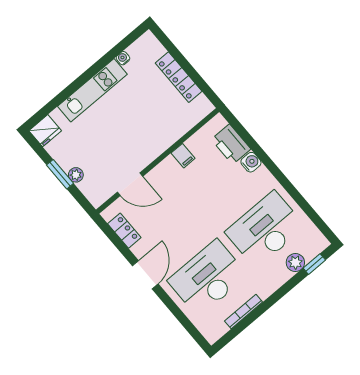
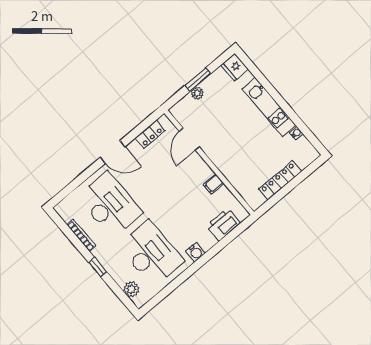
water cooler: (251, 162) -> (196, 252), moved
plant: (295, 263) -> (131, 289), moved
window: (314, 264) -> (97, 267), moved

